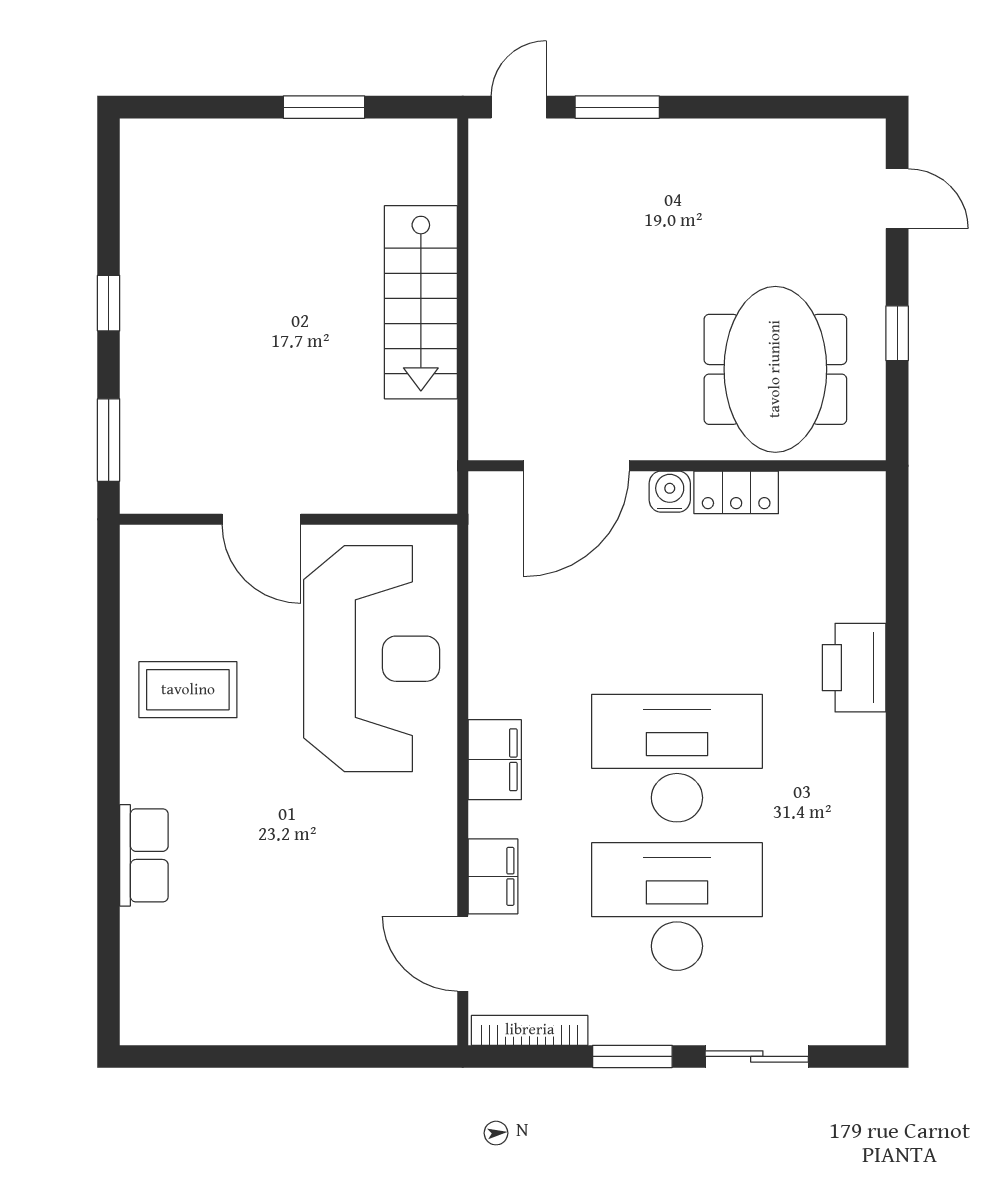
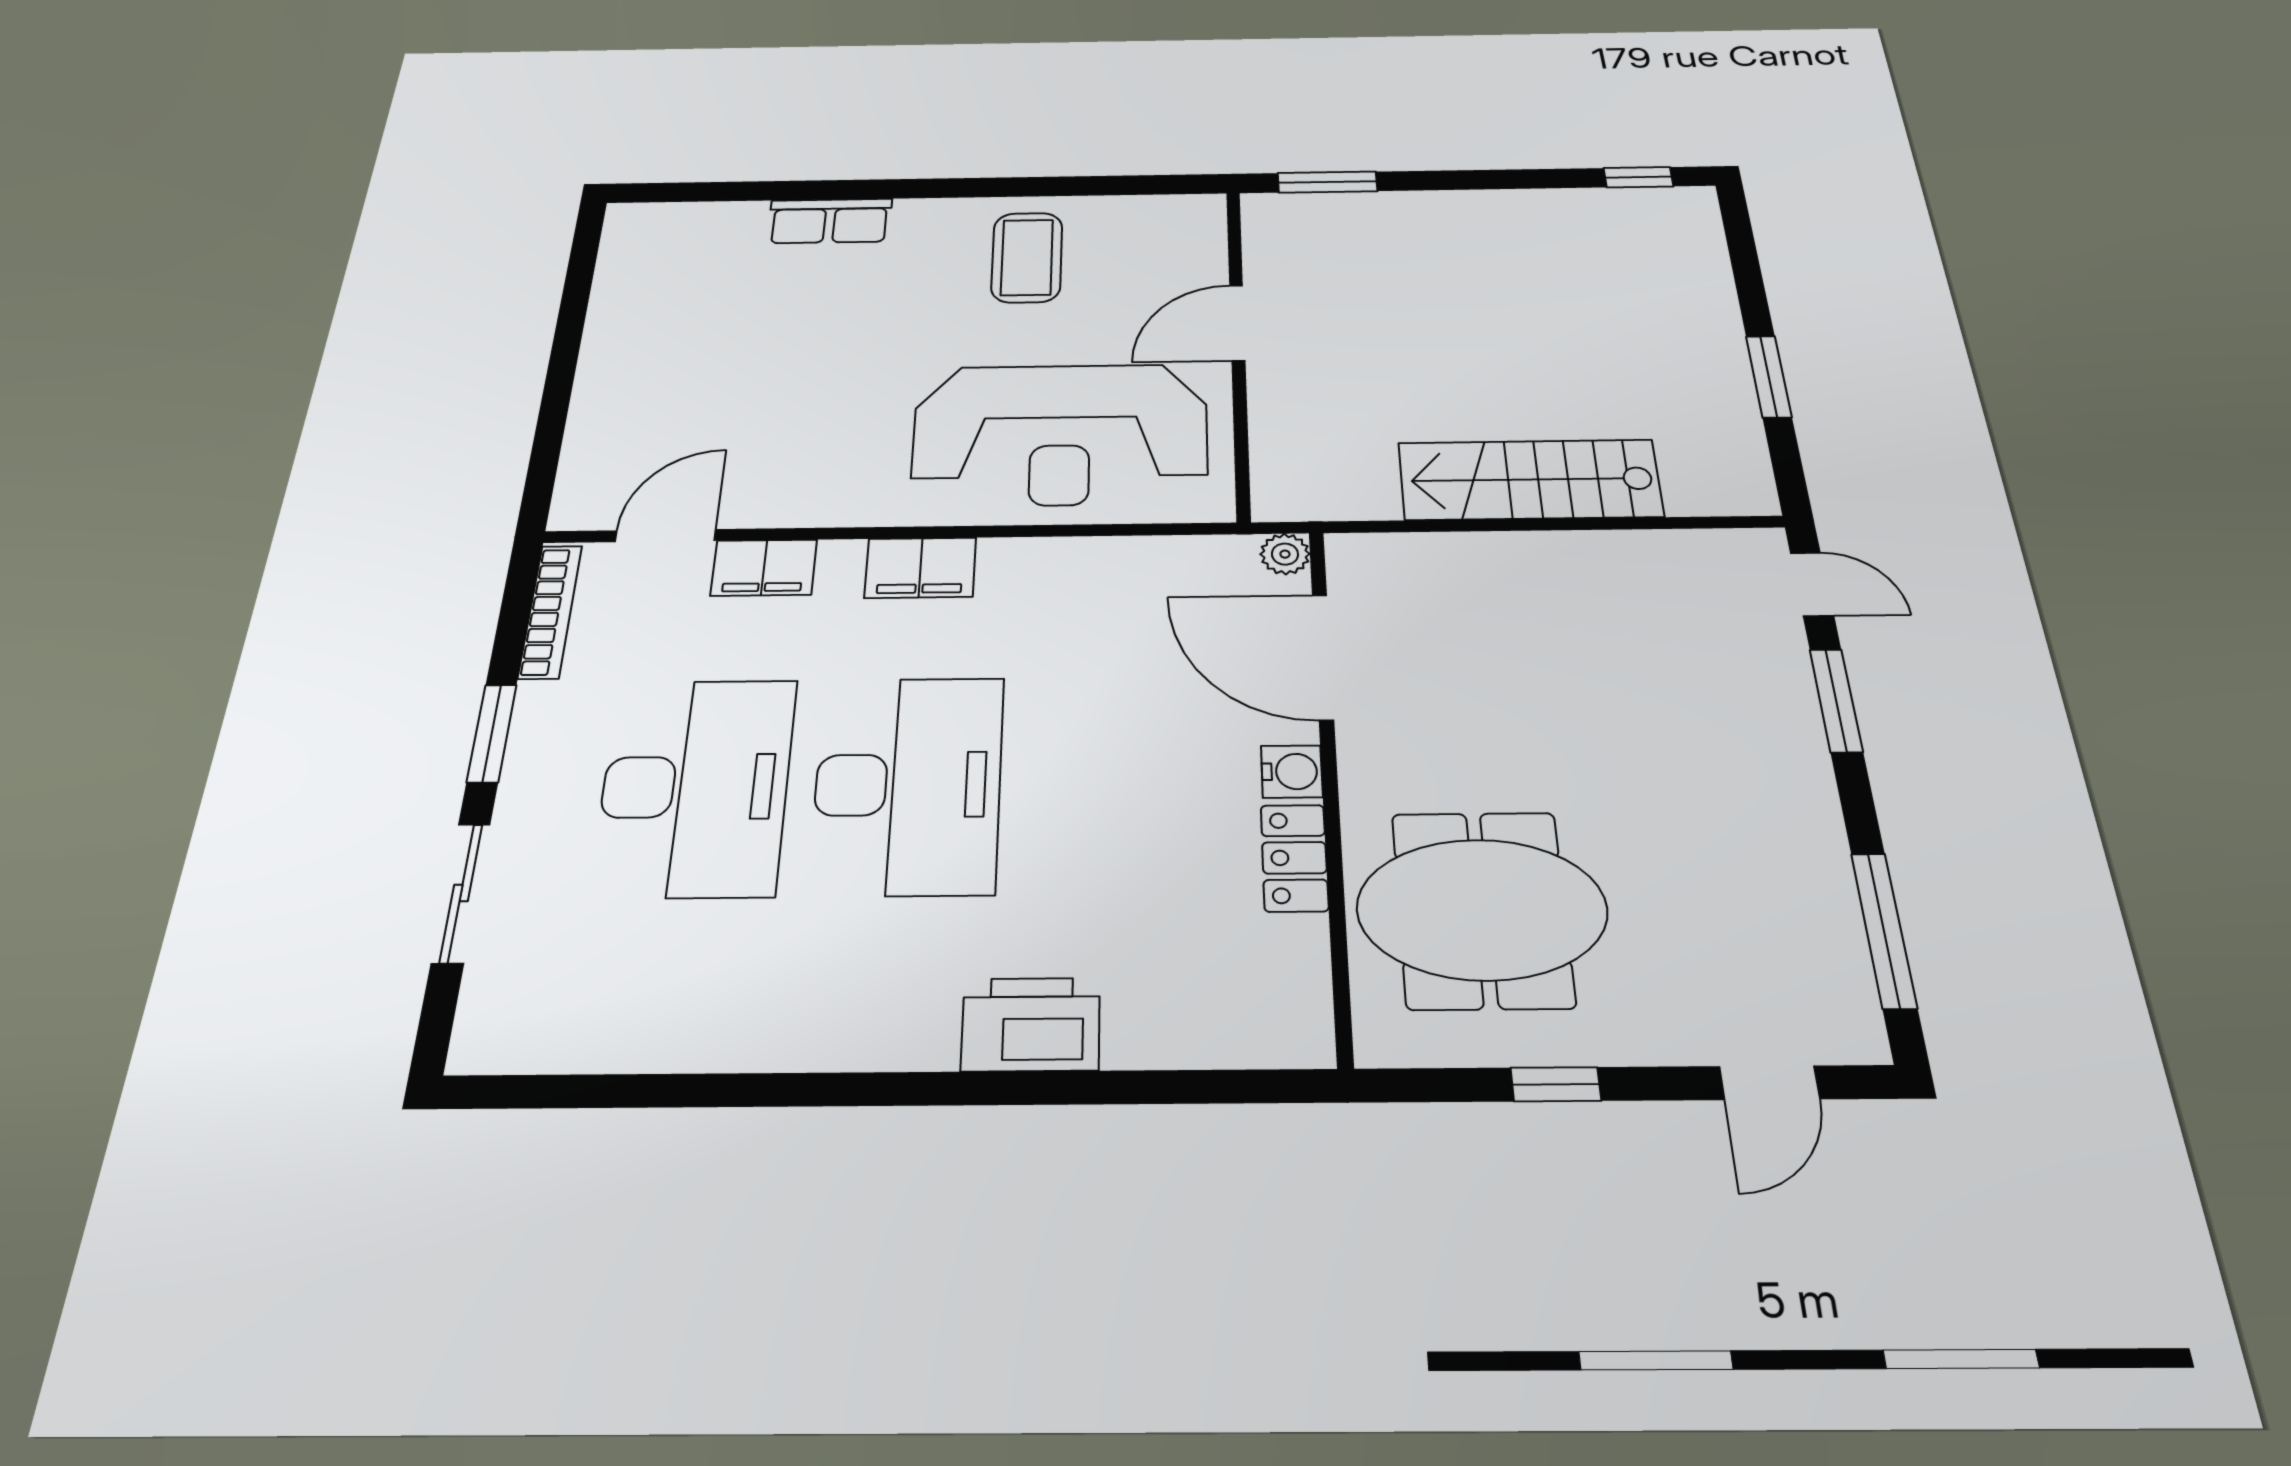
window: (793, 107) -> (1884, 930), added
window: (109, 303) -> (1638, 177), moved
plant: (486, 489) -> (1285, 554), added

